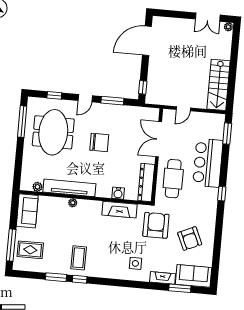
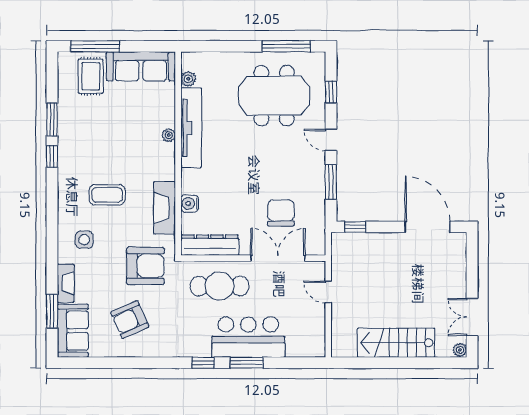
stairs: (219, 85) -> (396, 343), moved
window: (227, 134) -> (247, 363), moved
chair: (99, 142) -> (281, 213), moved, turned 180
sofa: (27, 211) -> (141, 66), width x1.36
coffee table: (79, 258) -> (107, 195), moved

